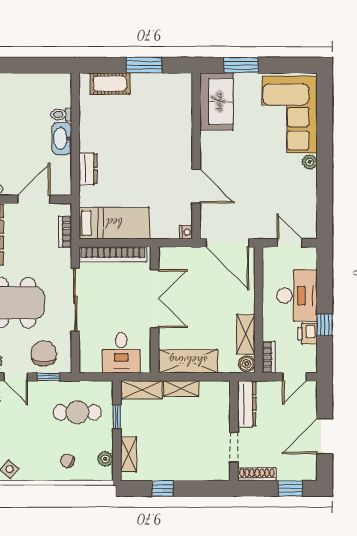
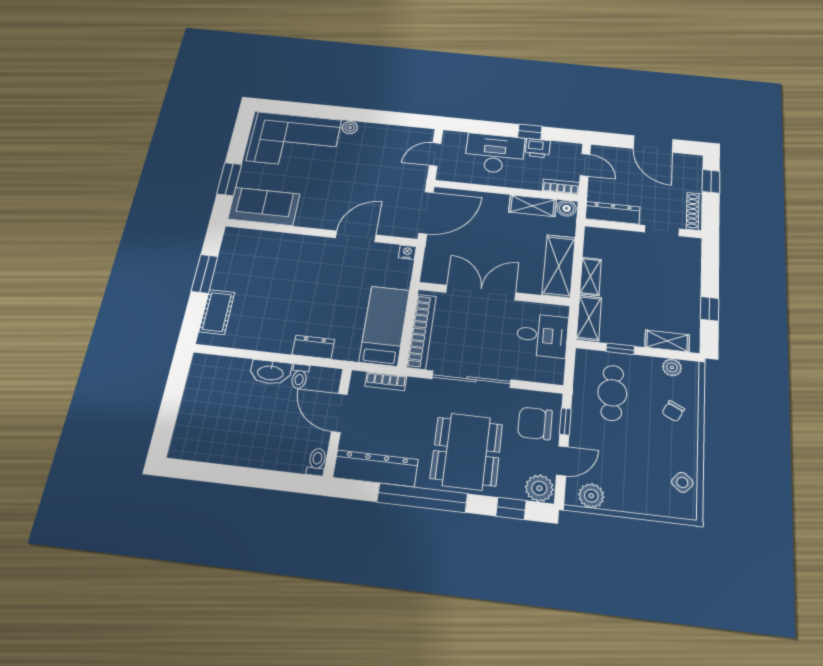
toilet: (61, 114) -> (300, 376), moved

